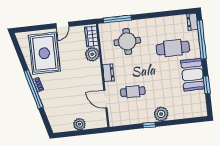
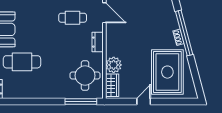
round table: (127, 41) -> (85, 76), moved

